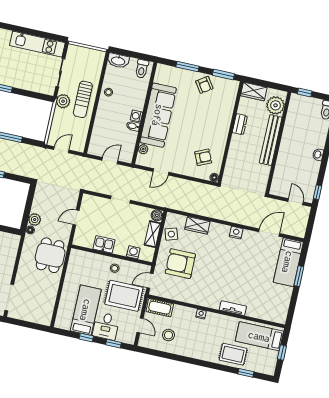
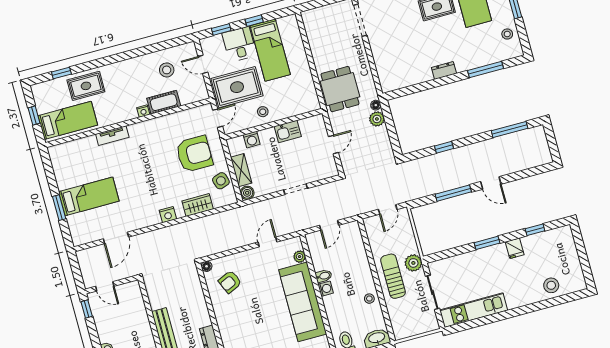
nightstand: (236, 233) -> (168, 215), moved
bed: (288, 262) -> (89, 196), moved, turned 90
cot: (160, 308) -> (164, 102), moved

